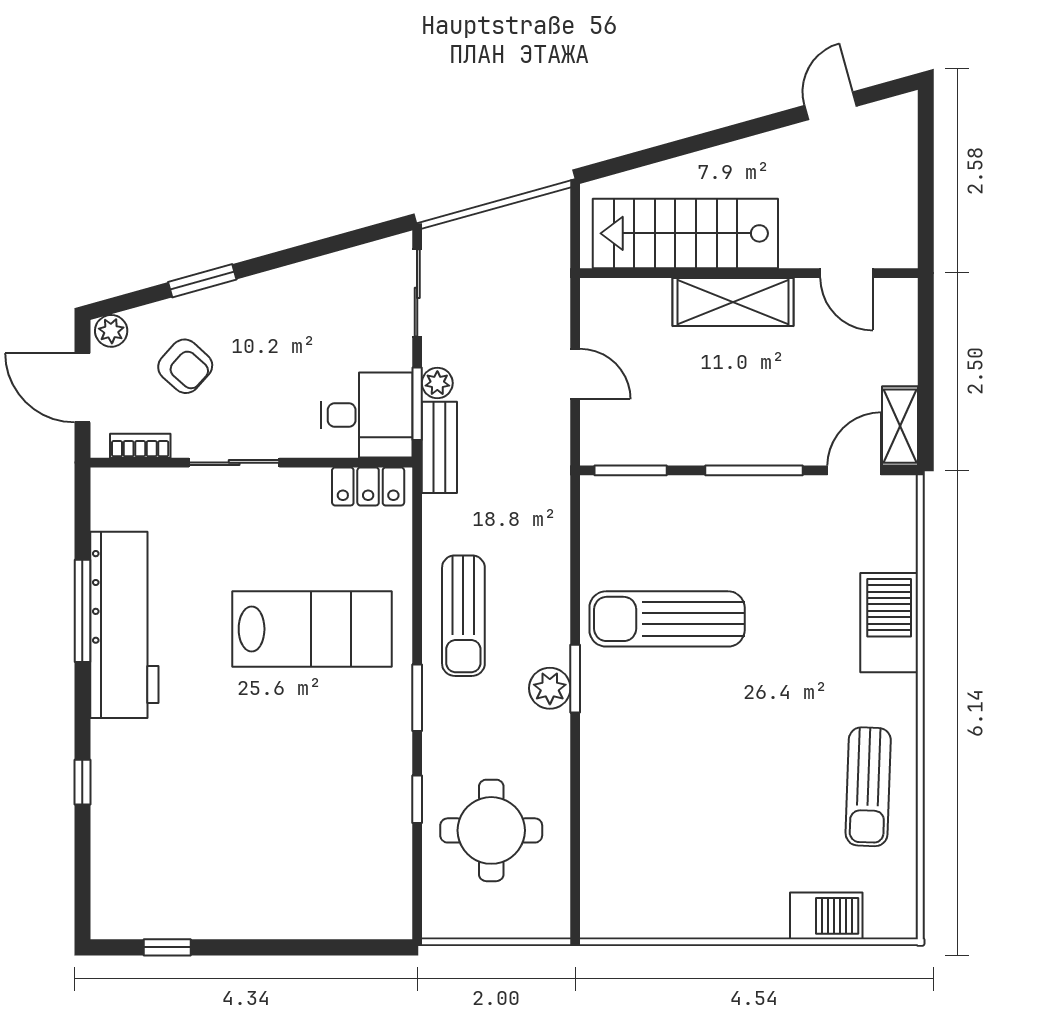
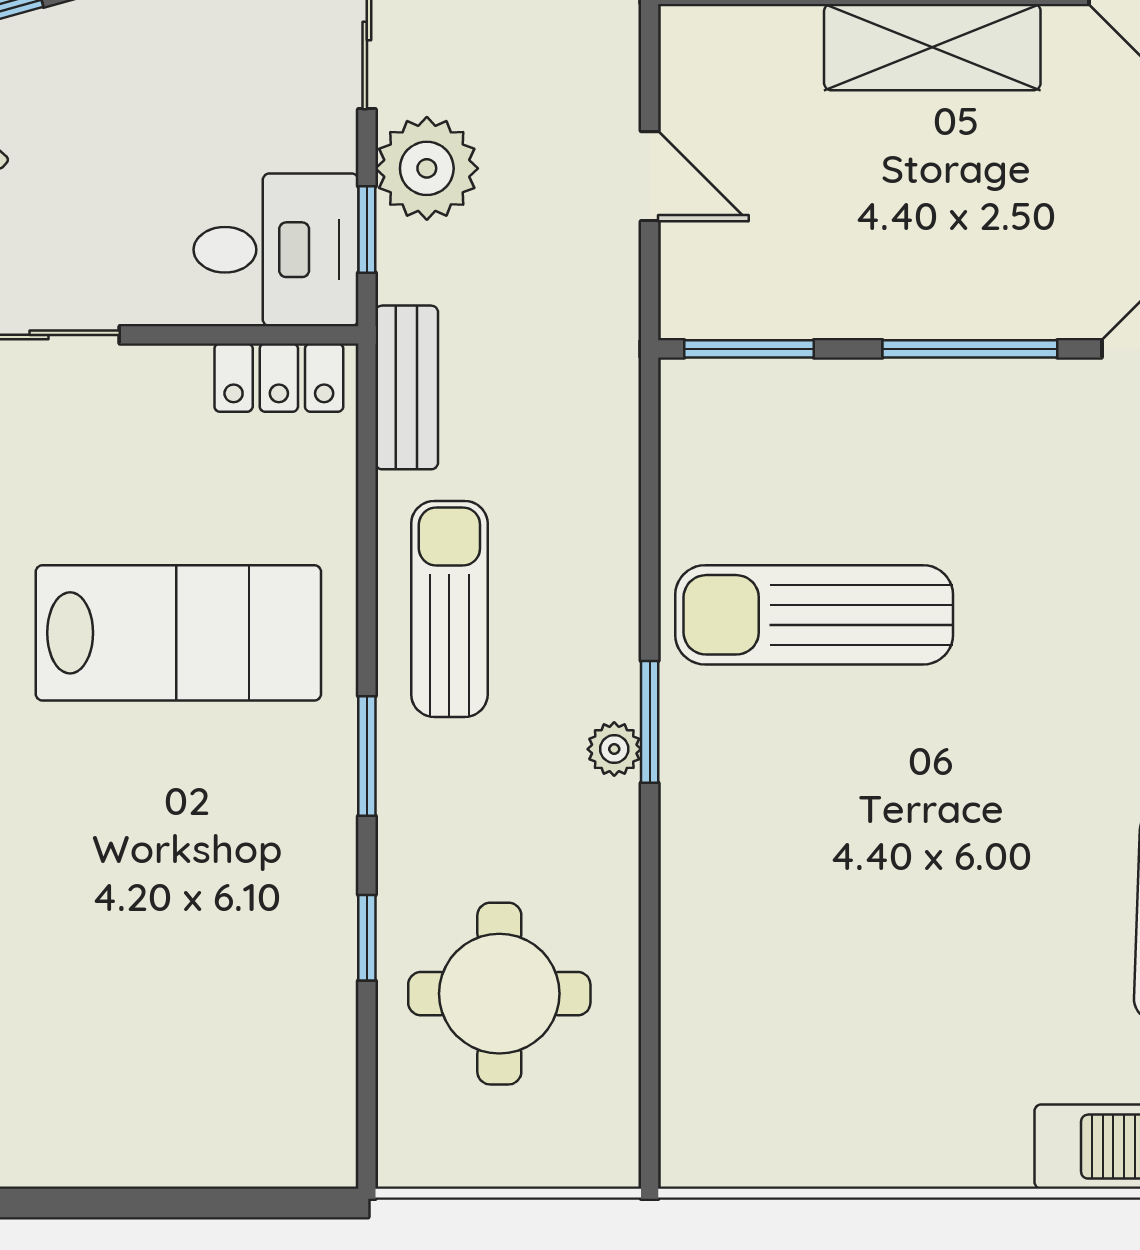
plant: (437, 383) -> (427, 168), width x1.88, depth x1.88
window: (417, 404) -> (367, 230), width x0.67
bench: (439, 447) -> (407, 387), moved
sun lounger: (463, 616) -> (449, 609), turned 180
plant: (550, 688) -> (614, 749), width x0.73, depth x0.73

